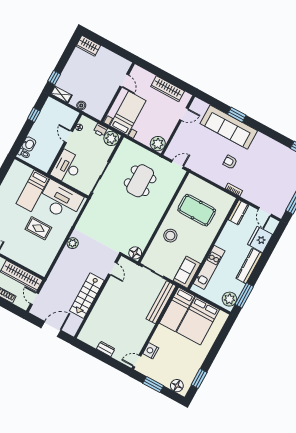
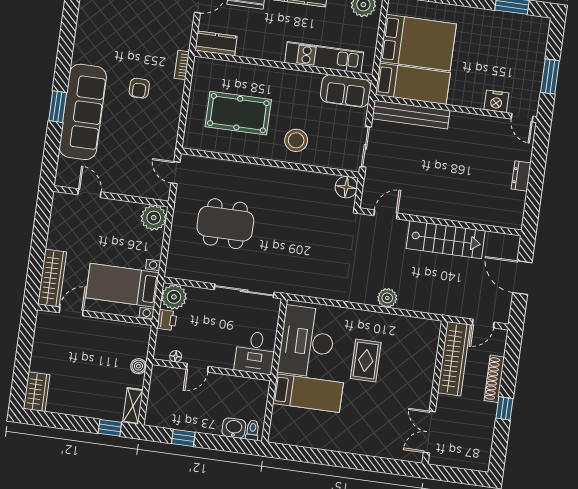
wardrobe: (168, 89) -> (52, 278), moved
desk: (67, 167) -> (255, 353), width x0.73
pool table: (197, 210) -> (238, 113), turned 90
plant: (73, 243) -> (387, 298), moved
floor lamp: (177, 386) -> (537, 37), removed

